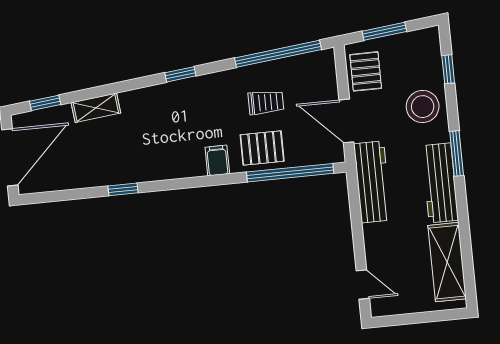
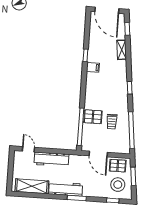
stool: (423, 107) -> (118, 185), moved
door: (346, 121) -> (98, 154), swing flipped
pallet: (262, 148) -> (93, 117), turned 90
filing cabinet: (217, 160) -> (93, 67), moved
workbench: (372, 182) -> (51, 159), moved
door: (363, 285) -> (28, 149), swing flipped

